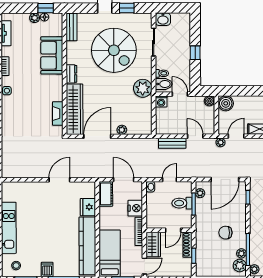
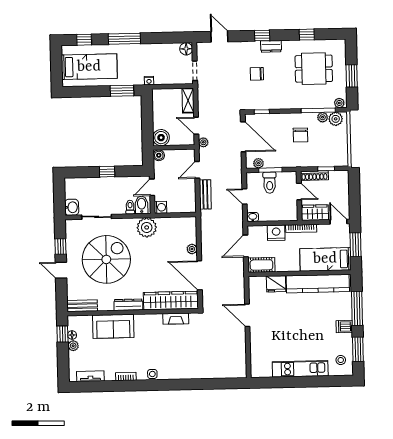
dresser: (71, 74) -> (128, 305), width x1.44

